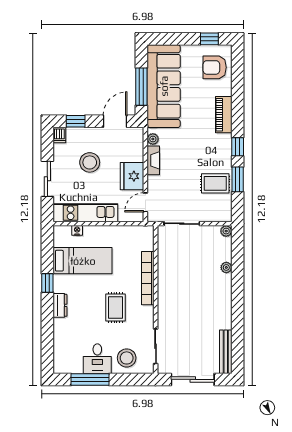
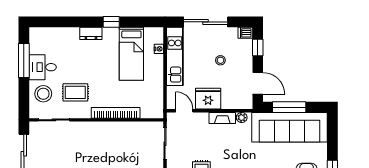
stool: (90, 162) -> (220, 60), width x0.53, depth x0.53
sliding door: (47, 179) -> (206, 22), width x1.37
rug: (116, 308) -> (75, 92), moved

